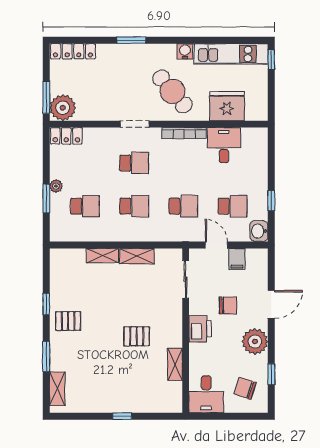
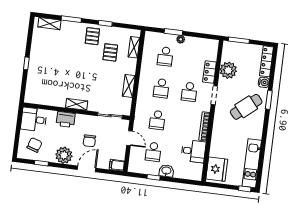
water cooler: (185, 51) -> (264, 82), moved
cafe table: (172, 91) -> (246, 107), moved
fridge: (227, 106) -> (217, 169), moved
plant: (63, 108) -> (228, 70), moved
locker: (66, 136) -> (209, 72), moved
washbasin: (259, 231) -> (166, 171), moved
door: (216, 245) -> (129, 138), hinge flipped
shelving: (102, 256) -> (134, 47), moved
filing cabinet: (237, 259) -> (117, 165), moved
door: (271, 304) -> (87, 169), swing flipped
printer: (200, 329) -> (66, 119), moved
pallet: (137, 336) -> (110, 52), moved
shelving: (175, 364) -> (77, 104), moved

